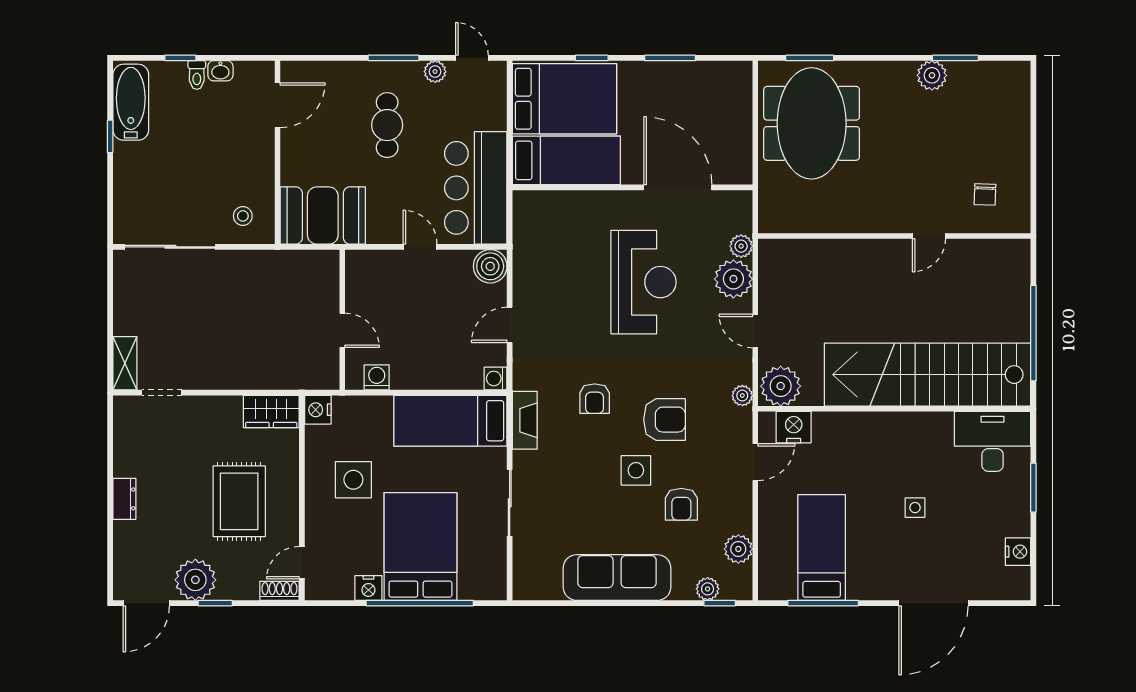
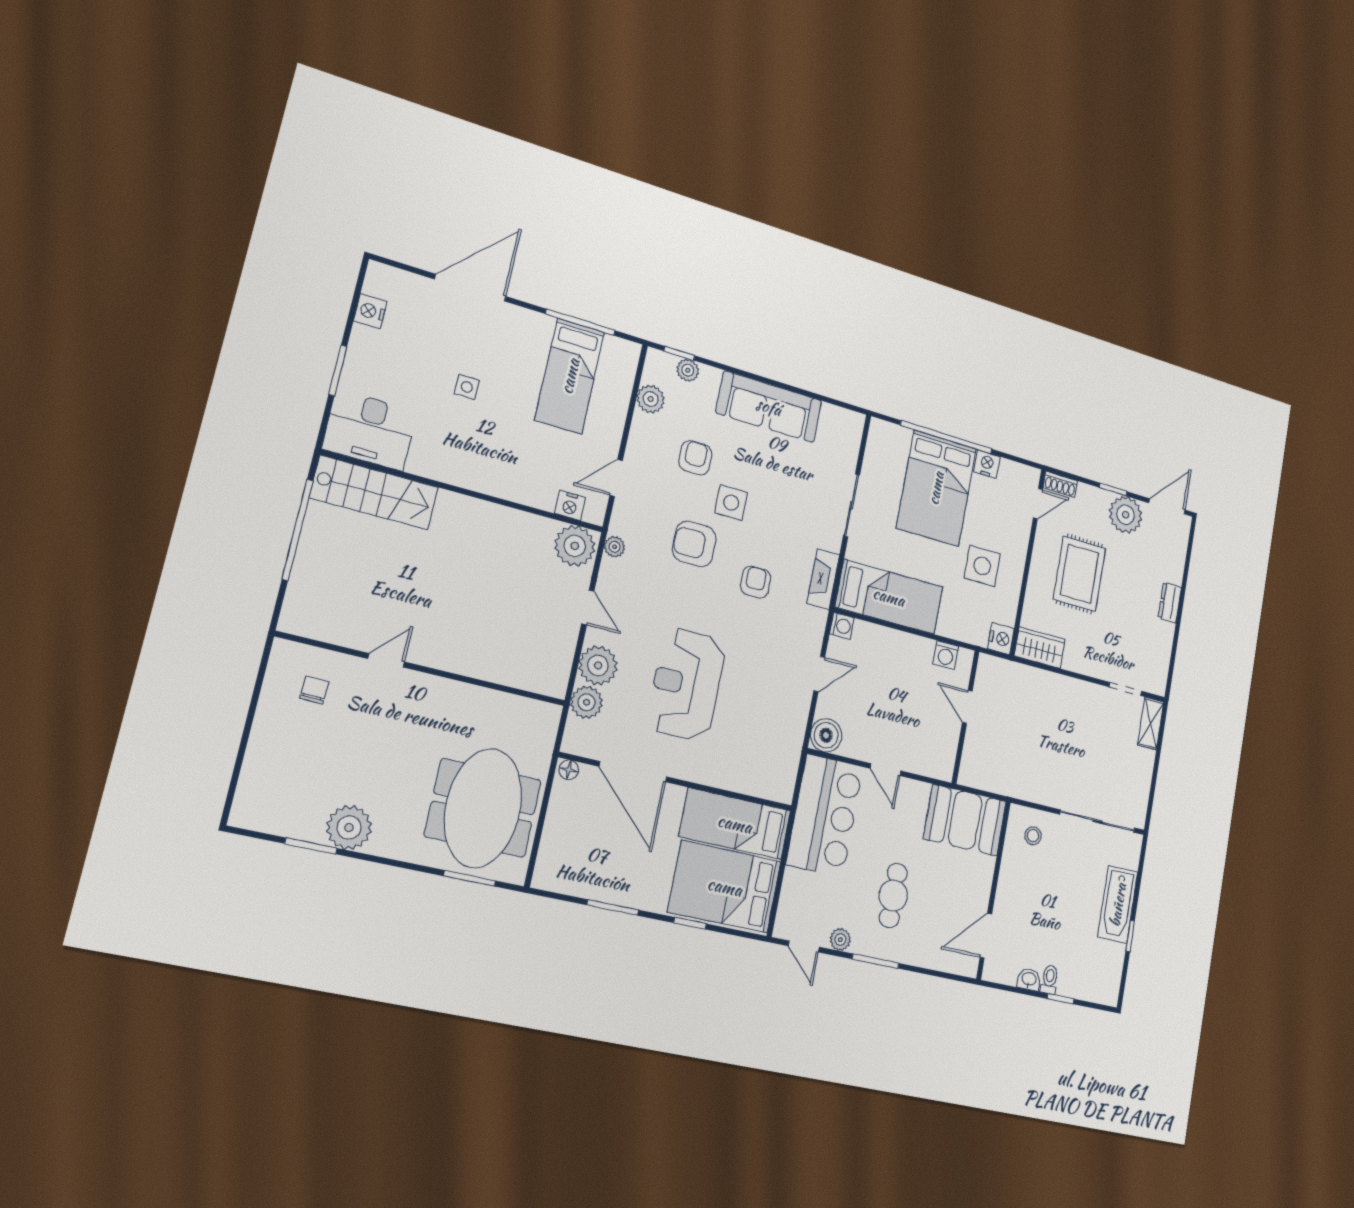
plant: (932, 75) -> (349, 827), width x1.36, depth x1.36
bathtub: (131, 102) -> (1118, 905), moved
floor lamp: (740, 175) -> (569, 770), added
plant: (741, 246) -> (587, 702), width x1.38, depth x1.38
stairs: (928, 375) -> (374, 493), width x0.54, depth x0.66
nightstand: (794, 427) -> (570, 505), width x0.74, depth x0.75

